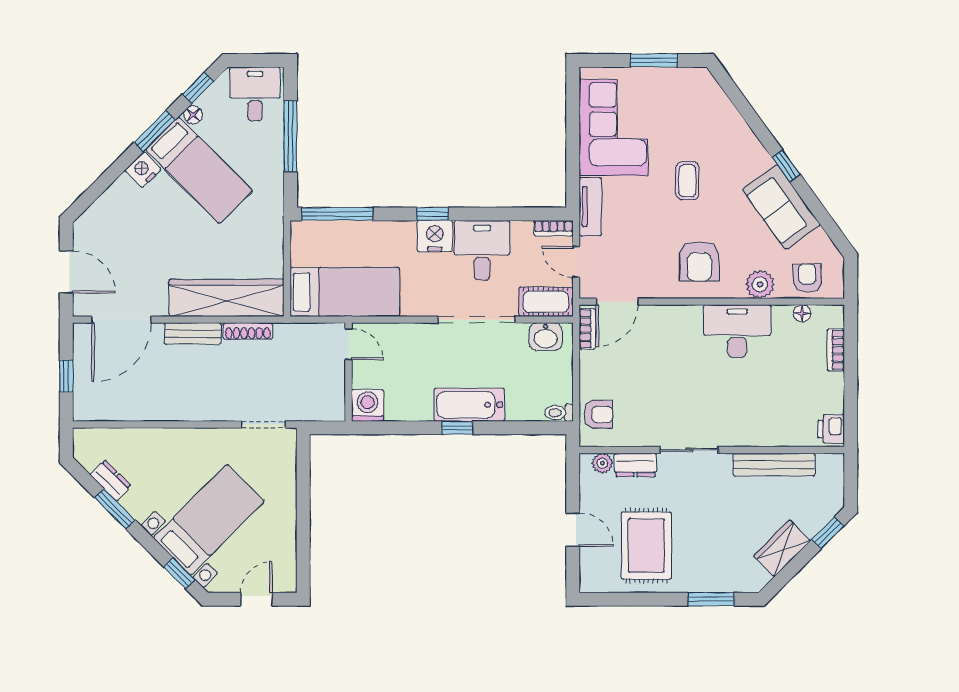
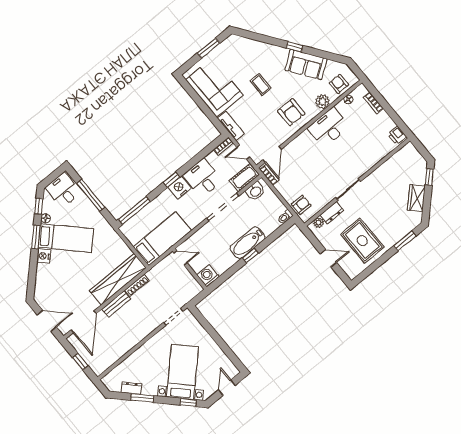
bench: (774, 465) -> (386, 168), removed

